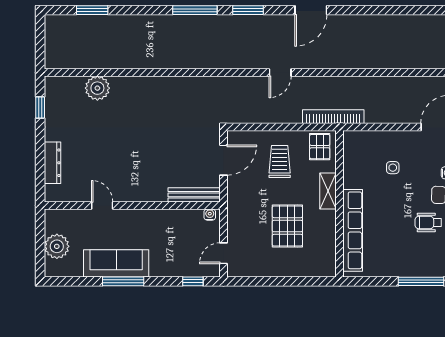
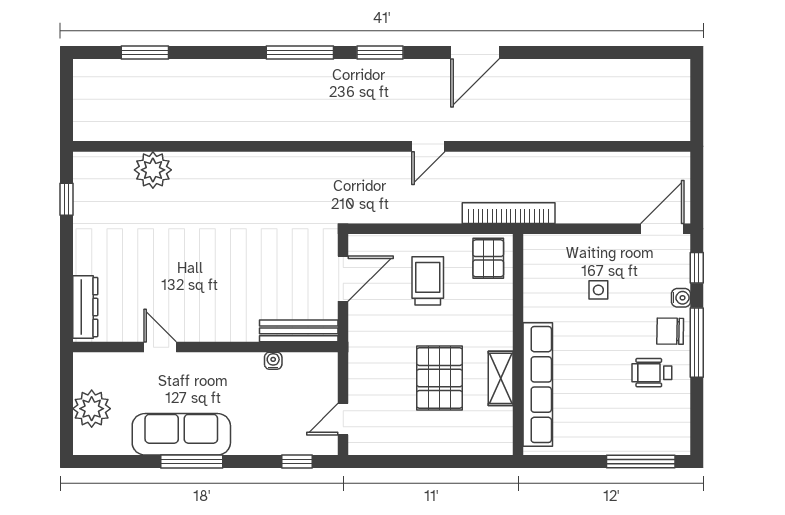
dresser: (53, 163) -> (85, 307), moved
shelving: (328, 191) -> (501, 378), moved
water cooler: (210, 215) -> (273, 361), moved

